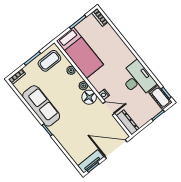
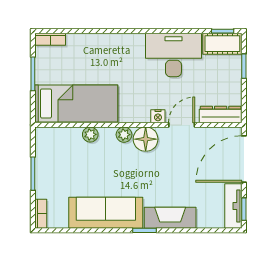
coffee table: (49, 61) -> (54, 153), removed
fireplace: (62, 137) -> (170, 218), added

